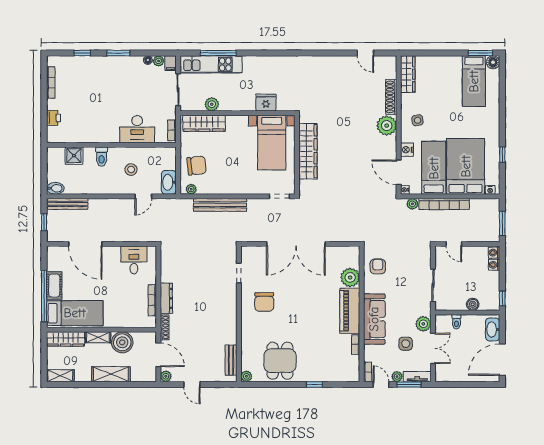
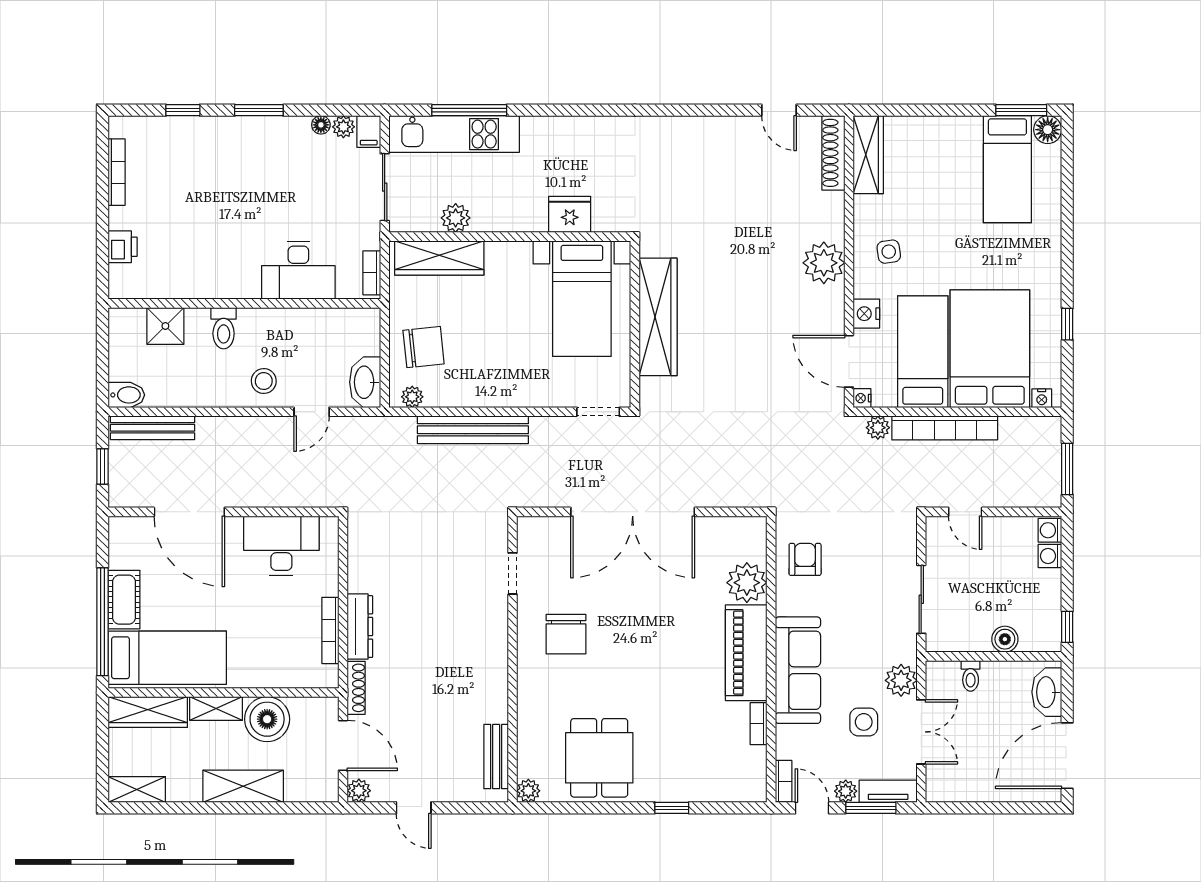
shoe rack: (391, 97) -> (833, 153), moved
stool: (131, 169) -> (264, 381), moved
desk: (134, 260) -> (281, 546), width x1.37

